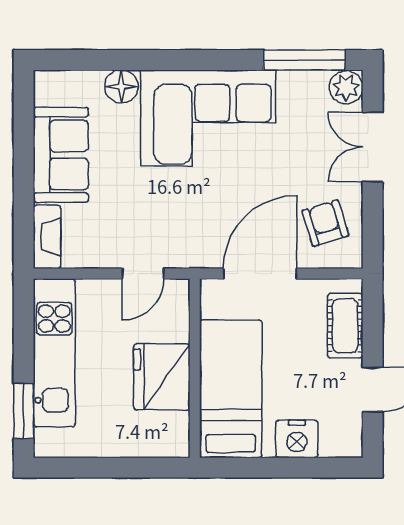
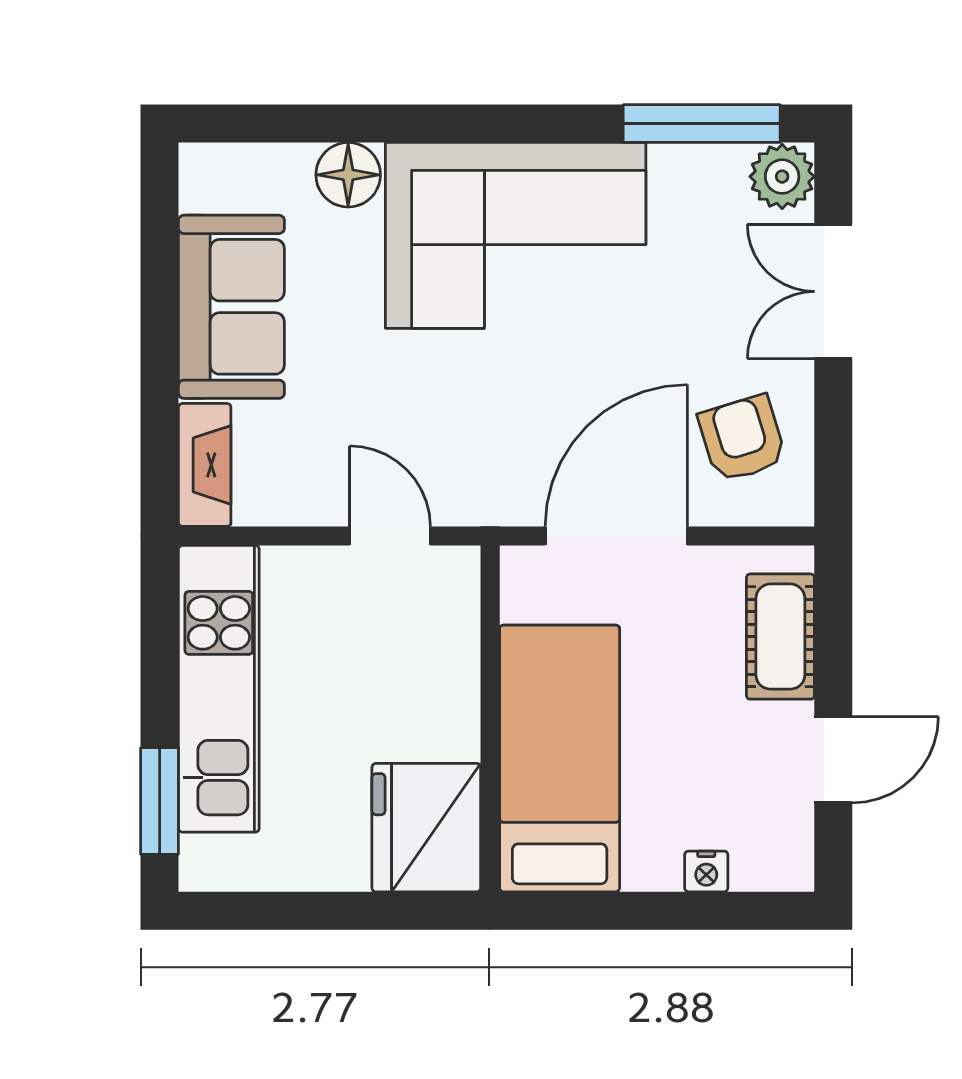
door: (143, 274) -> (390, 536), swing flipped
fridge: (162, 377) -> (426, 828), moved
nightstand: (297, 439) -> (706, 871), width x0.53, depth x0.56

